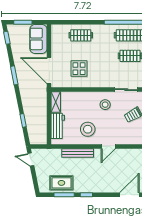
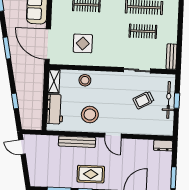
stool: (105, 105) -> (85, 80), moved
door: (108, 146) -> (113, 136), hinge flipped
rug: (61, 183) -> (91, 174), moved

